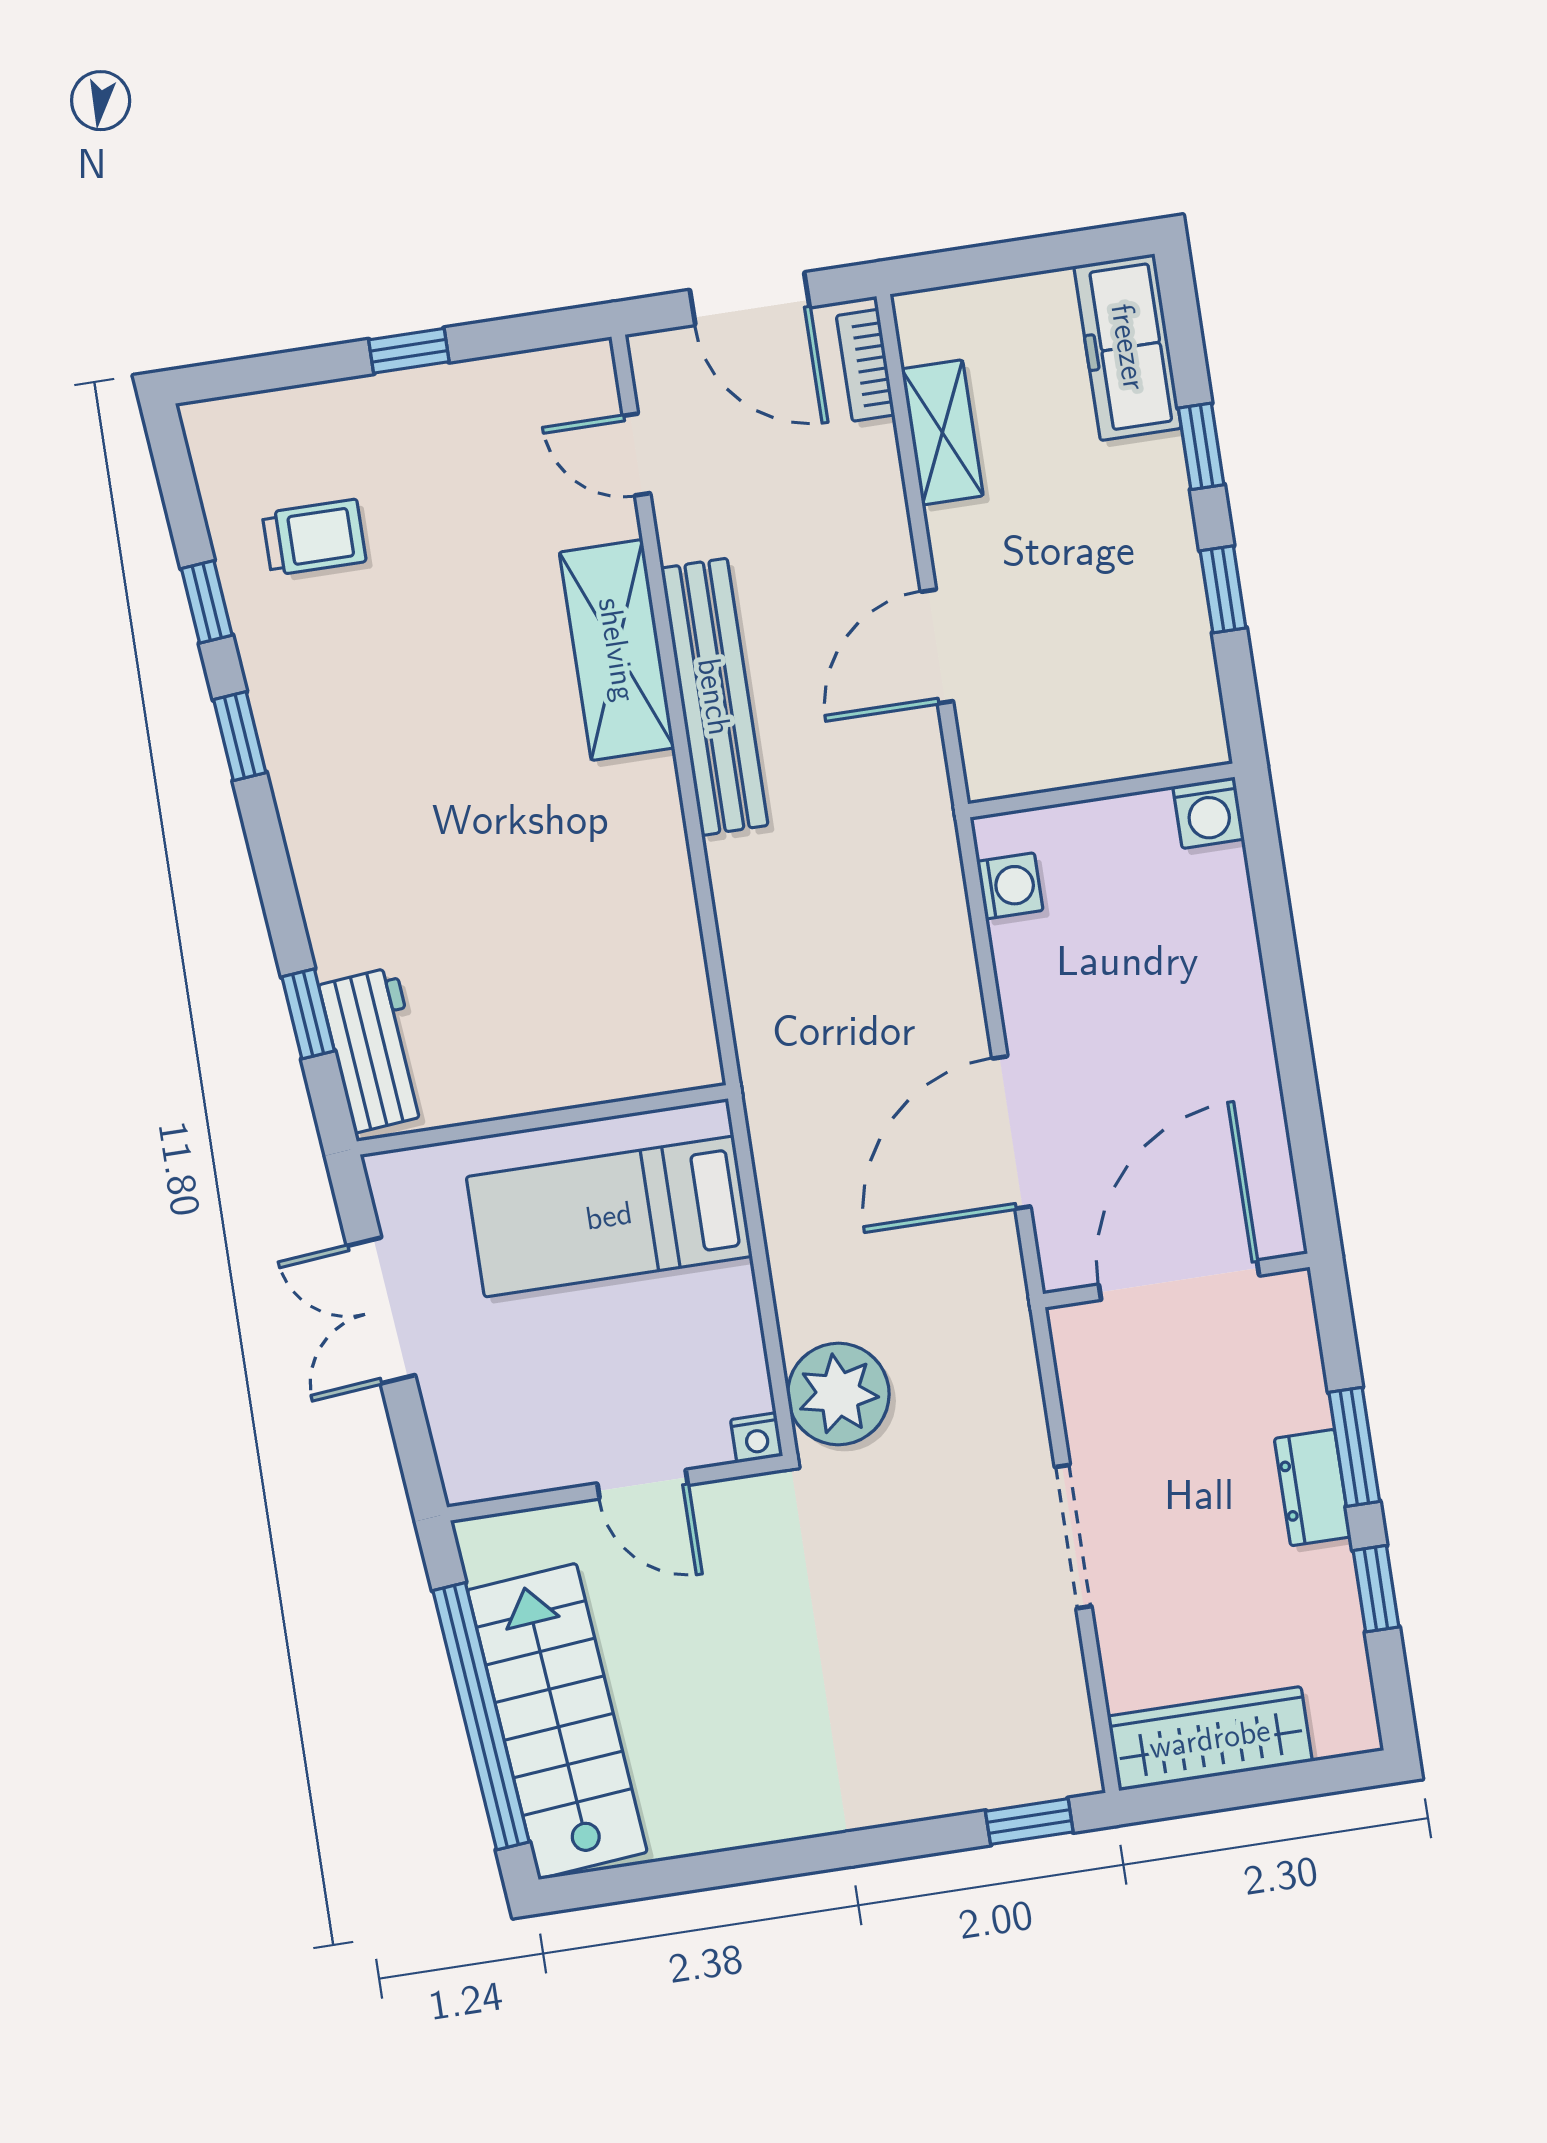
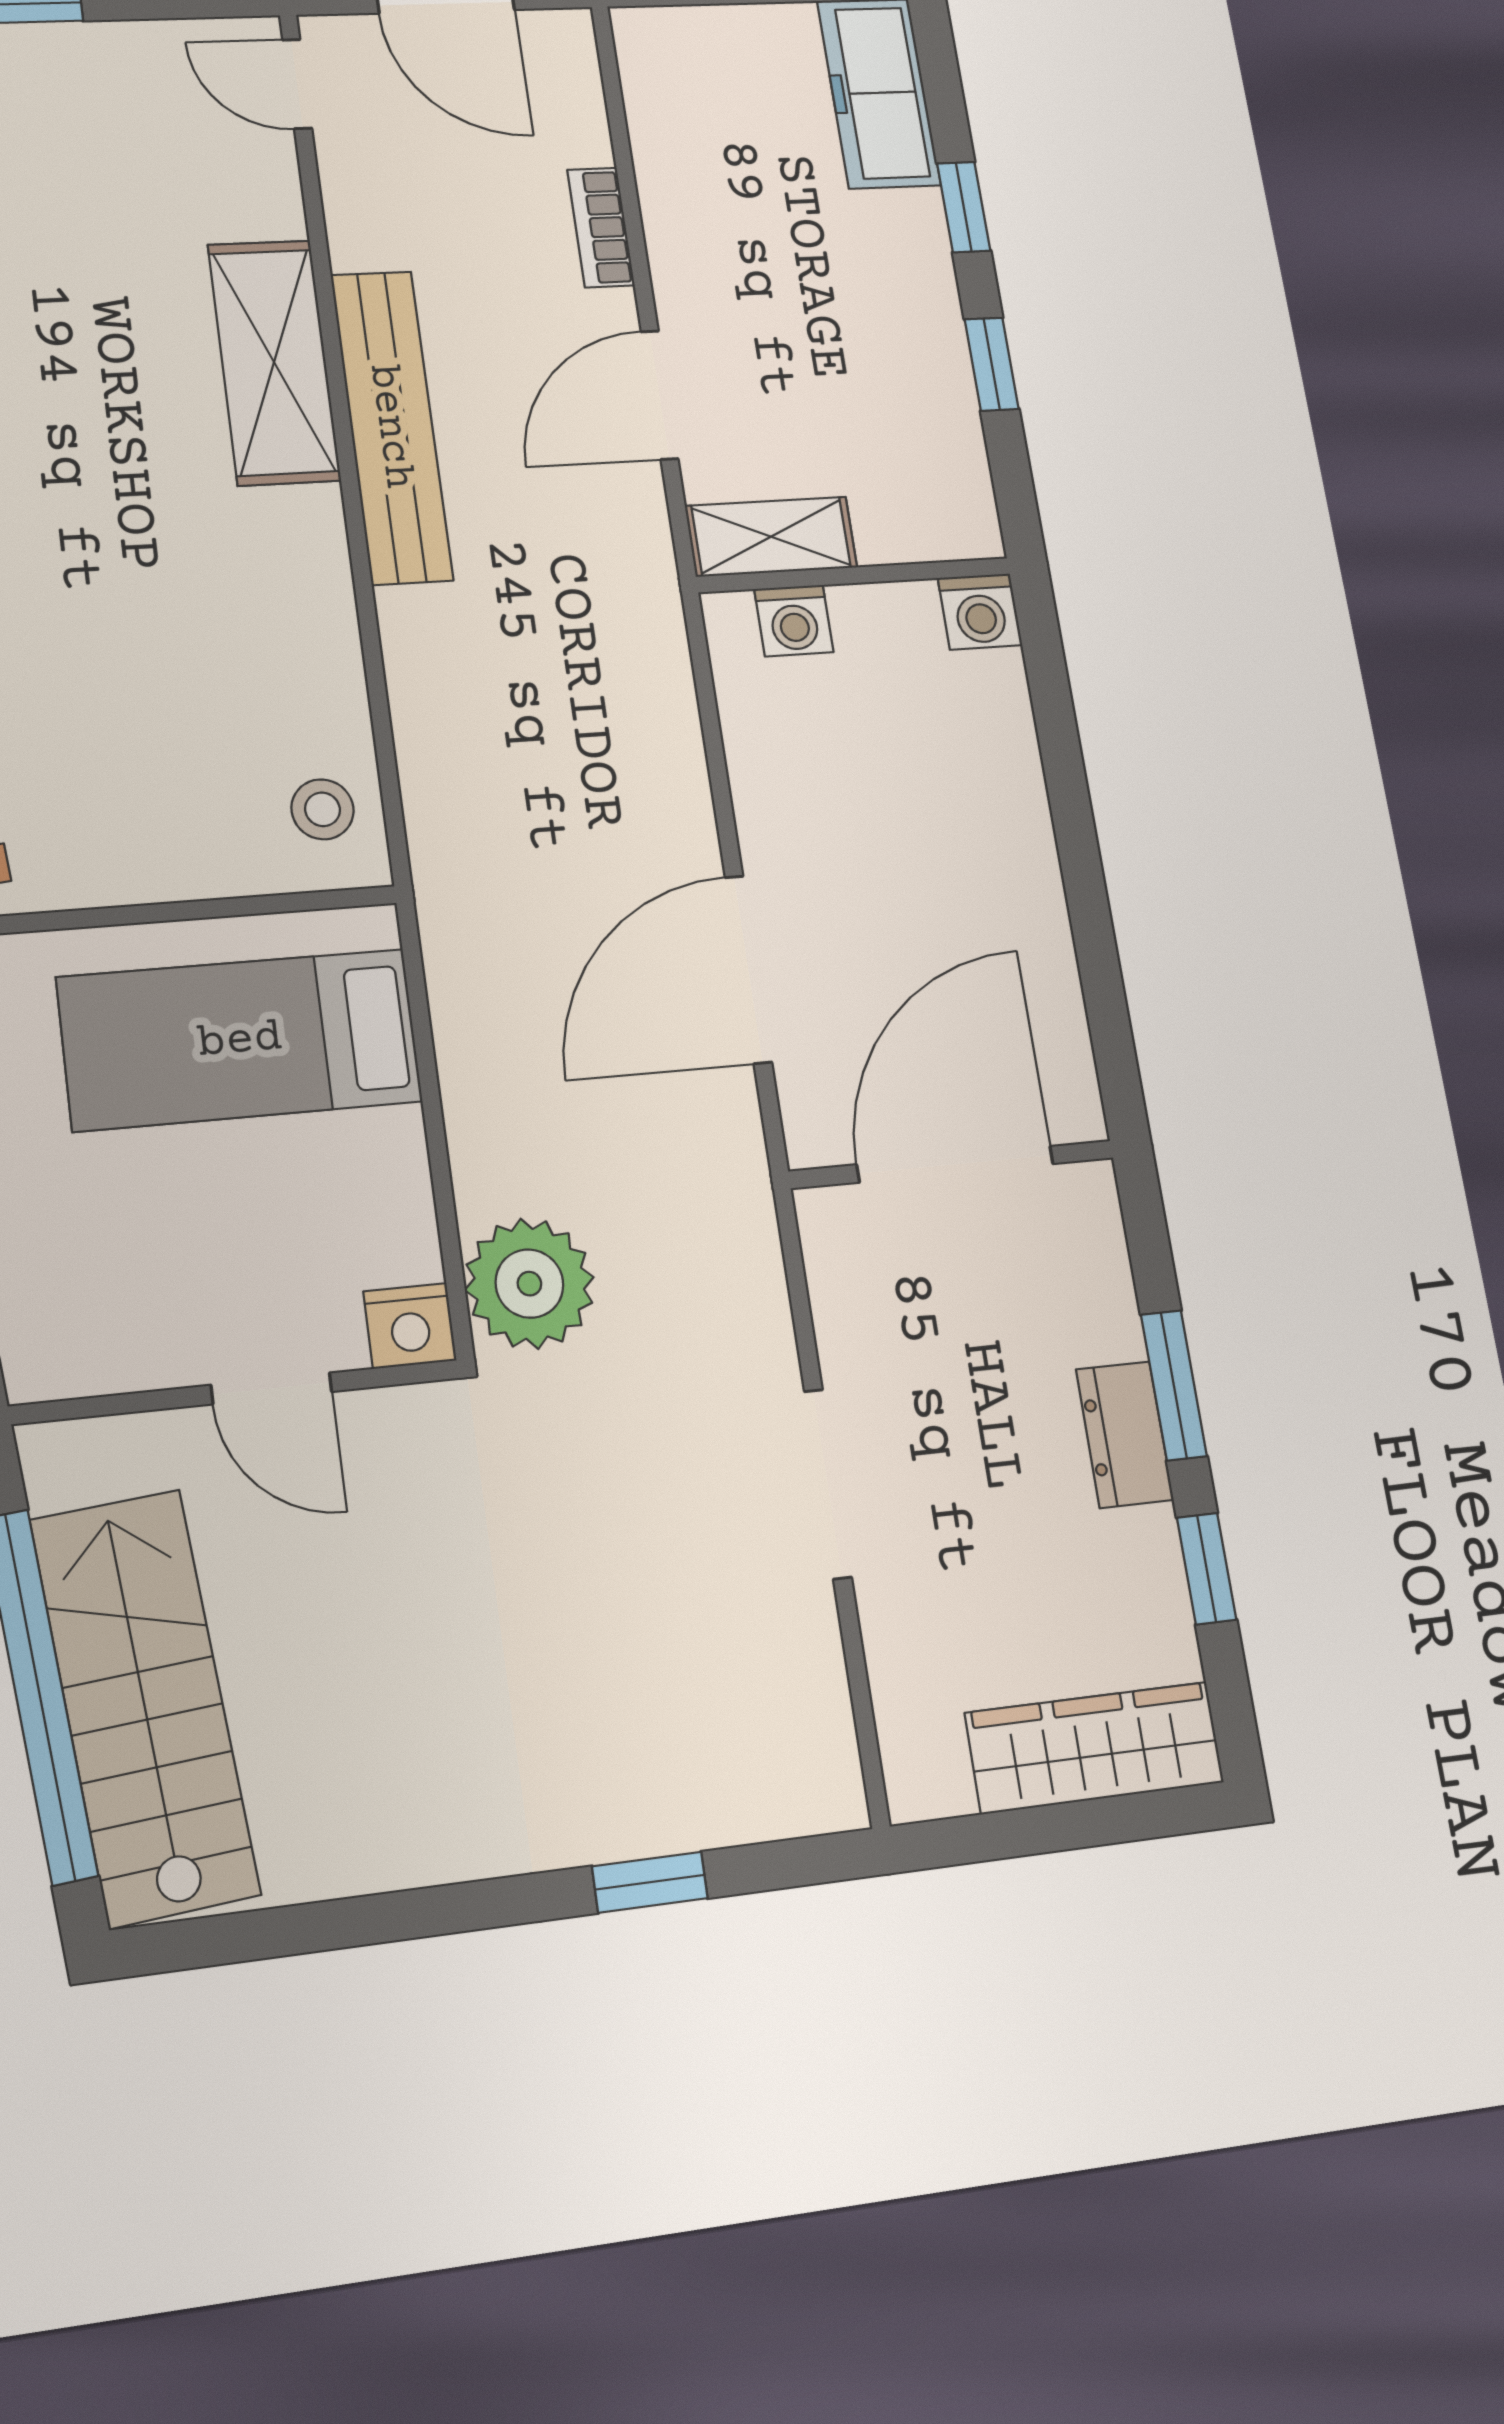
bookcase: (865, 365) -> (601, 227), moved
shelving: (942, 432) -> (771, 537), moved, turned 90
door: (636, 454) -> (297, 84), moved
washing machine: (1010, 886) -> (794, 621), moved, turned 90
stool: (668, 1026) -> (323, 809), added
nightstand: (757, 1438) -> (410, 1326), width x1.39, depth x1.35
wardrobe: (1210, 1739) -> (1095, 1748), moved
window: (1029, 1822) -> (650, 1882), moved

